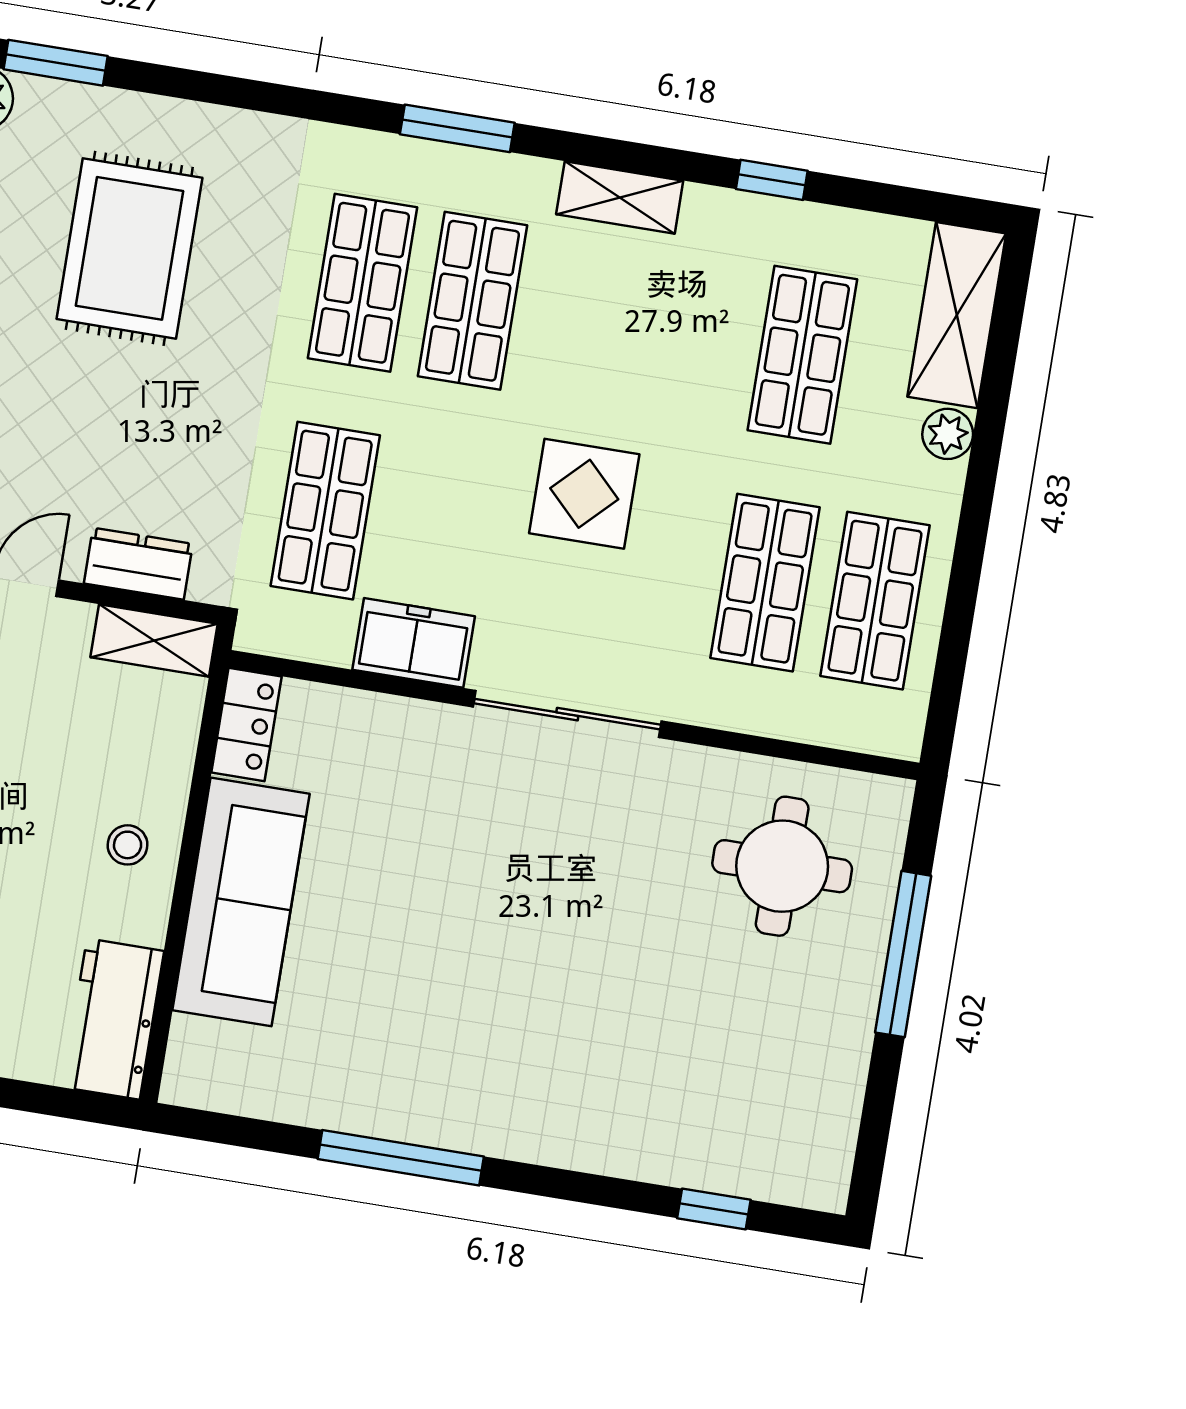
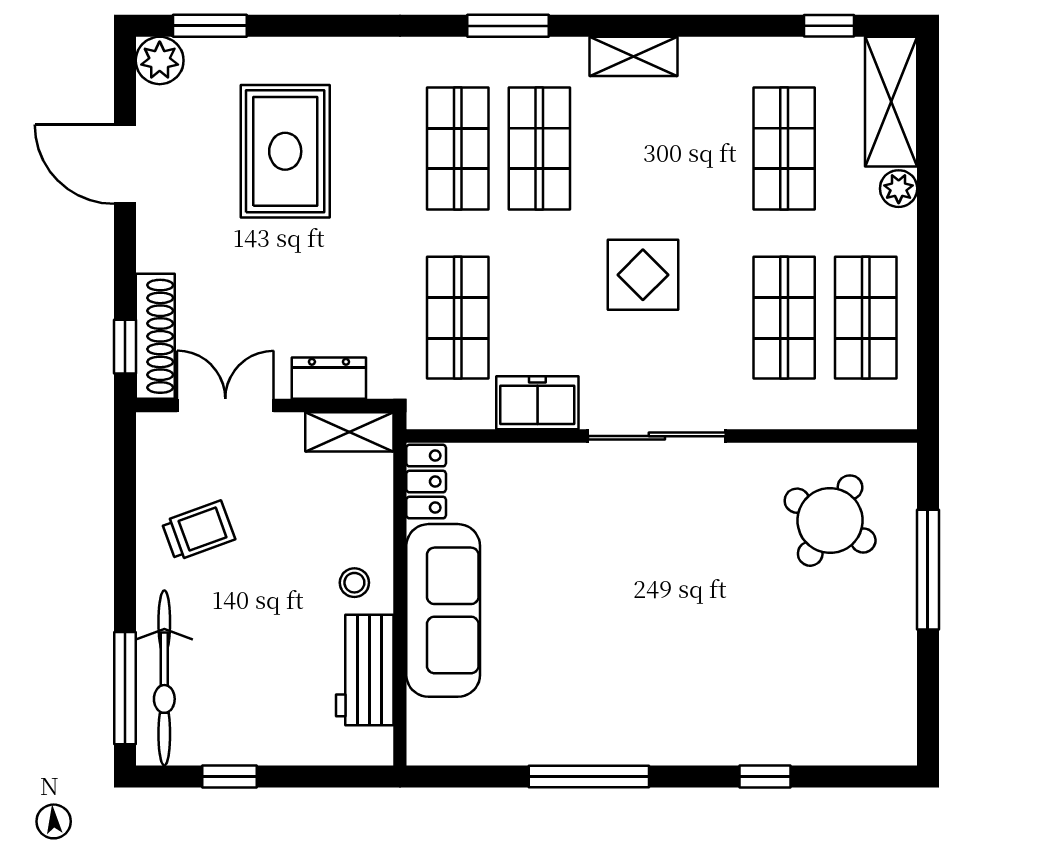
window: (772, 180) -> (829, 26), moved
round table: (782, 866) -> (830, 521), turned 31
workbench: (113, 1019) -> (365, 670), moved
window: (714, 1209) -> (765, 776), moved

